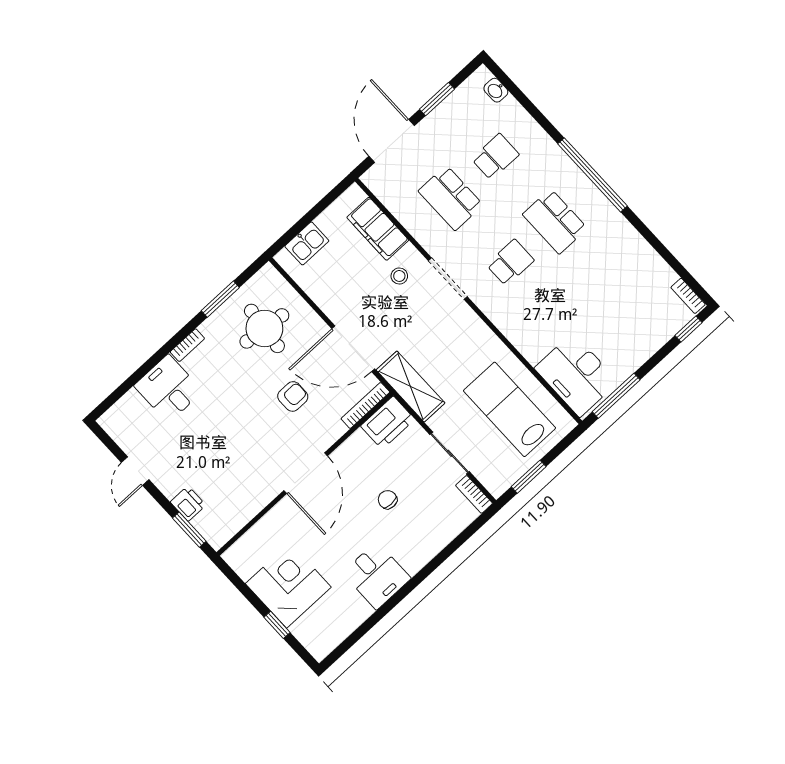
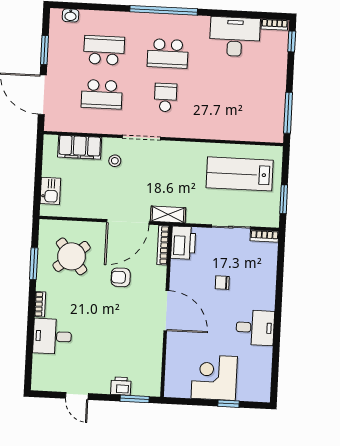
school desk: (495, 157) -> (104, 50), width x1.85
round table: (264, 328) -> (72, 256), turned 45
desk: (576, 375) -> (235, 37), moved, turned 180
shelving: (411, 387) -> (168, 214), width x0.67, depth x0.75
armchair: (293, 396) -> (121, 277), turned -90

